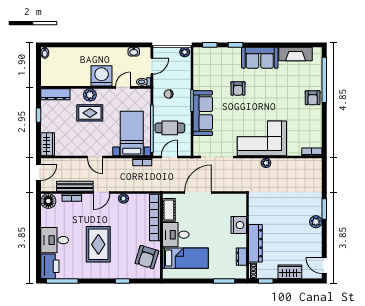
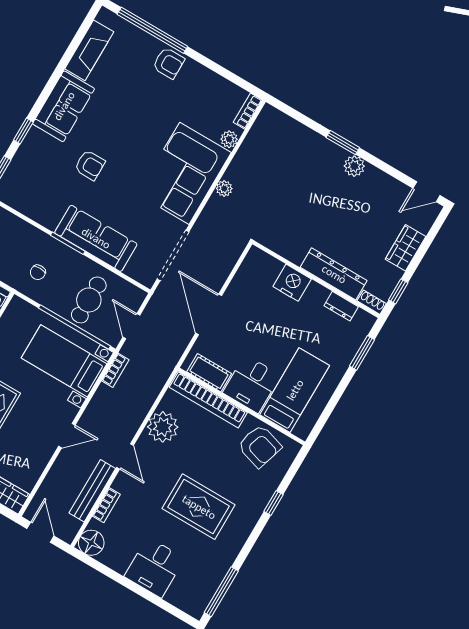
plant: (292, 151) -> (229, 139), added
plant: (124, 198) -> (163, 427), width x1.87, depth x1.87
printer: (50, 266) -> (189, 597), removed

